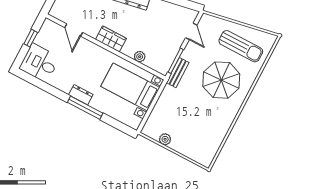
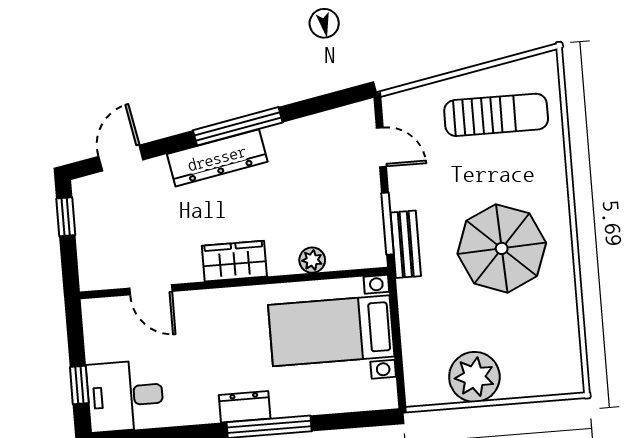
window: (31, 38) -> (79, 385), moved
parasol: (221, 80) -> (502, 248), moved
plant: (165, 139) -> (474, 377), width x1.87, depth x1.87

